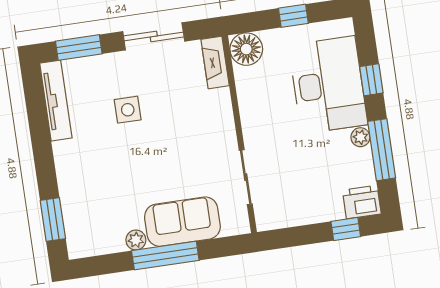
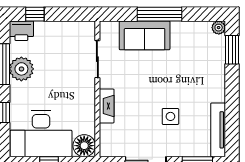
fireplace: (215, 62) -> (107, 106), moved
desk: (328, 85) -> (41, 134), moved, turned -90
plant: (360, 137) -> (21, 69), width x1.88, depth x1.88
plant: (136, 240) -> (219, 28), moved

